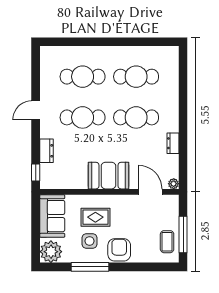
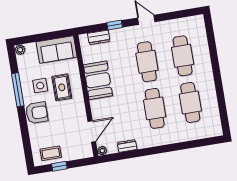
dresser: (173, 143) -> (127, 146), moved
dresser: (47, 151) -> (99, 37), moved
window: (36, 173) -> (115, 25), moved
booth: (108, 176) -> (98, 80), moved
window: (183, 234) -> (59, 166), width x0.46
plant: (51, 252) -> (20, 50), width x0.53, depth x0.53

